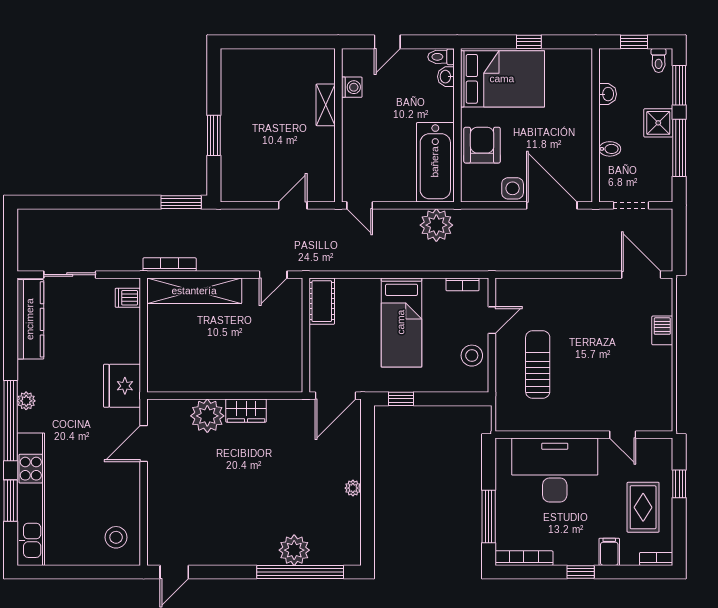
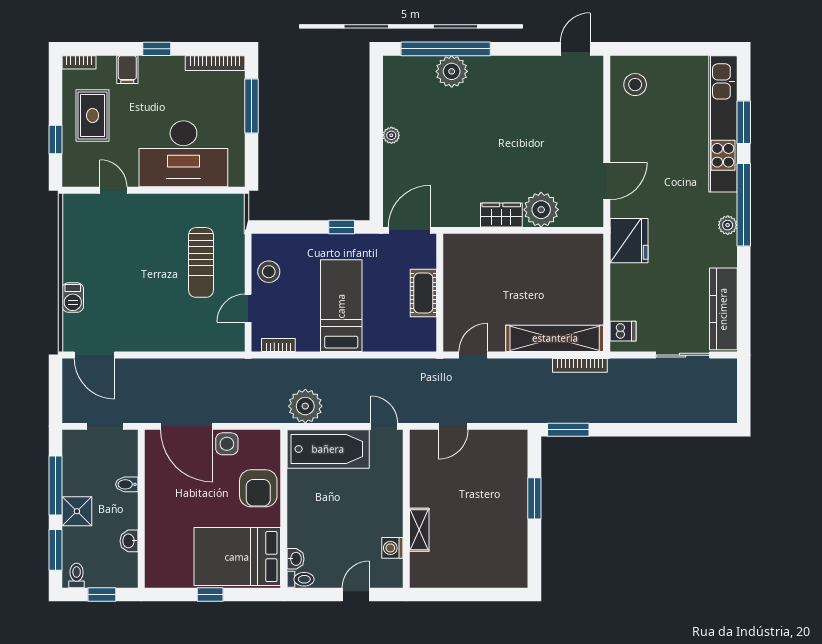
bathtub: (435, 162) -> (328, 449), moved, turned 90
cot: (322, 301) -> (423, 293), moved

